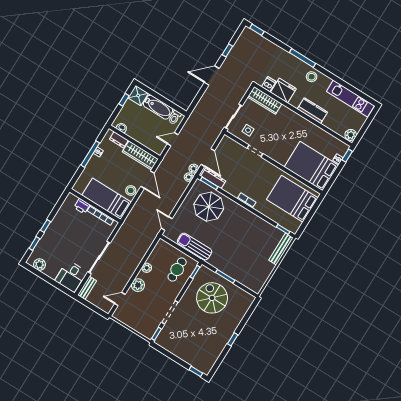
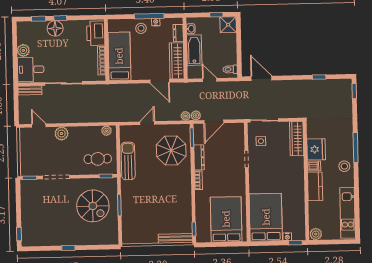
door: (212, 75) -> (261, 78), moved
dishwasher: (269, 84) -> (314, 166), moved
bathtub: (158, 107) -> (194, 50), moved, turned 180
dresser: (213, 178) -> (199, 157), moved
door: (147, 180) -> (160, 81), hinge flipped
stool: (131, 190) -> (141, 28), moved
printer: (82, 206) -> (96, 33), width x1.87, depth x1.48
door: (167, 224) -> (147, 123), moved
floor lamp: (51, 235) -> (55, 28), added
plant: (39, 265) -> (23, 50), moved
plant: (147, 268) -> (106, 131), moved
spiral stairs: (212, 298) -> (93, 206), turned 90

